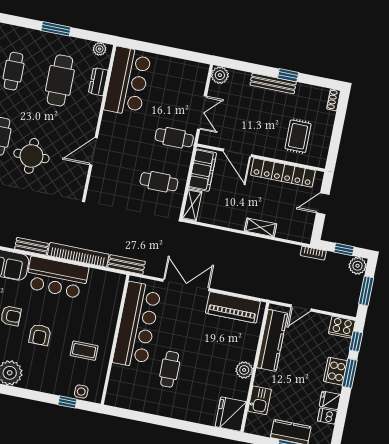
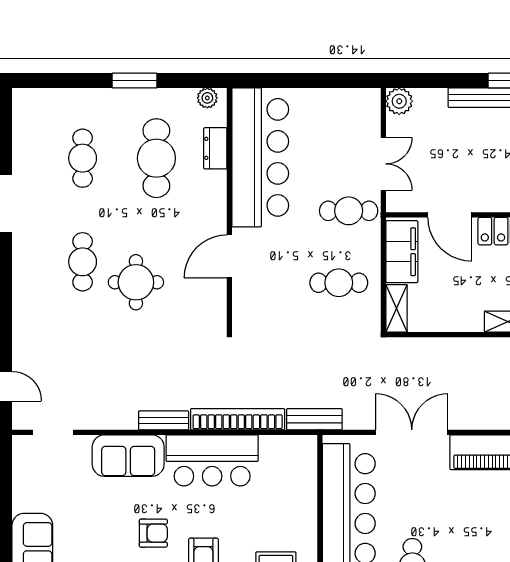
bar counter: (128, 81) -> (260, 157), width x1.36

